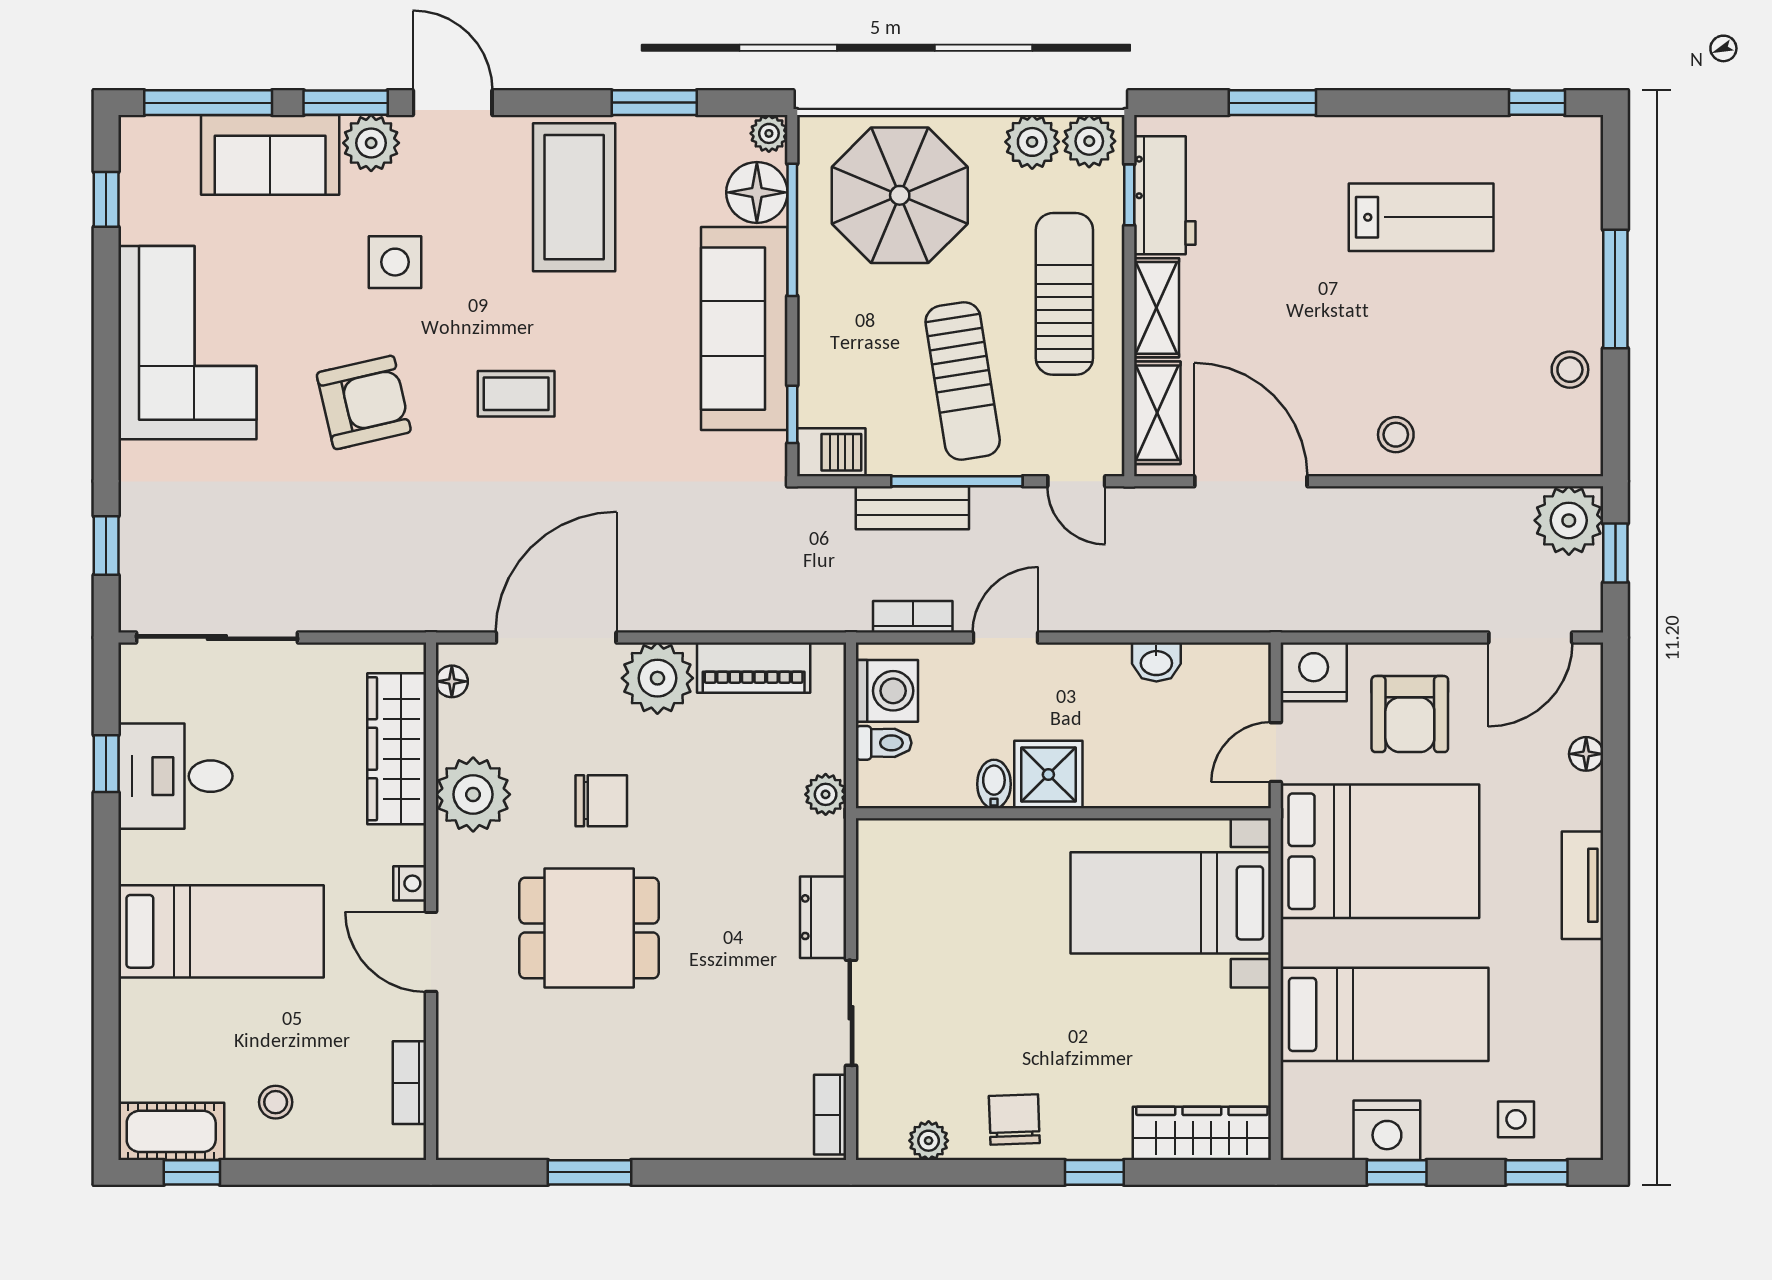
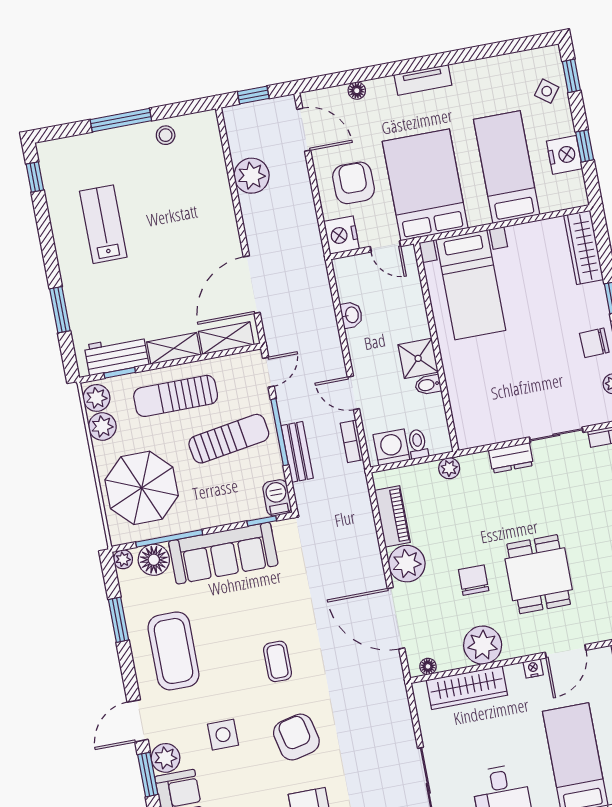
coffee table: (574, 197) -> (173, 651), turned 90
stool: (1396, 435) -> (215, 216), removed
plant: (1569, 520) -> (252, 176), moved
armchair: (1410, 714) -> (354, 183), turned -90
side table: (1516, 1119) -> (547, 91), turned 37

